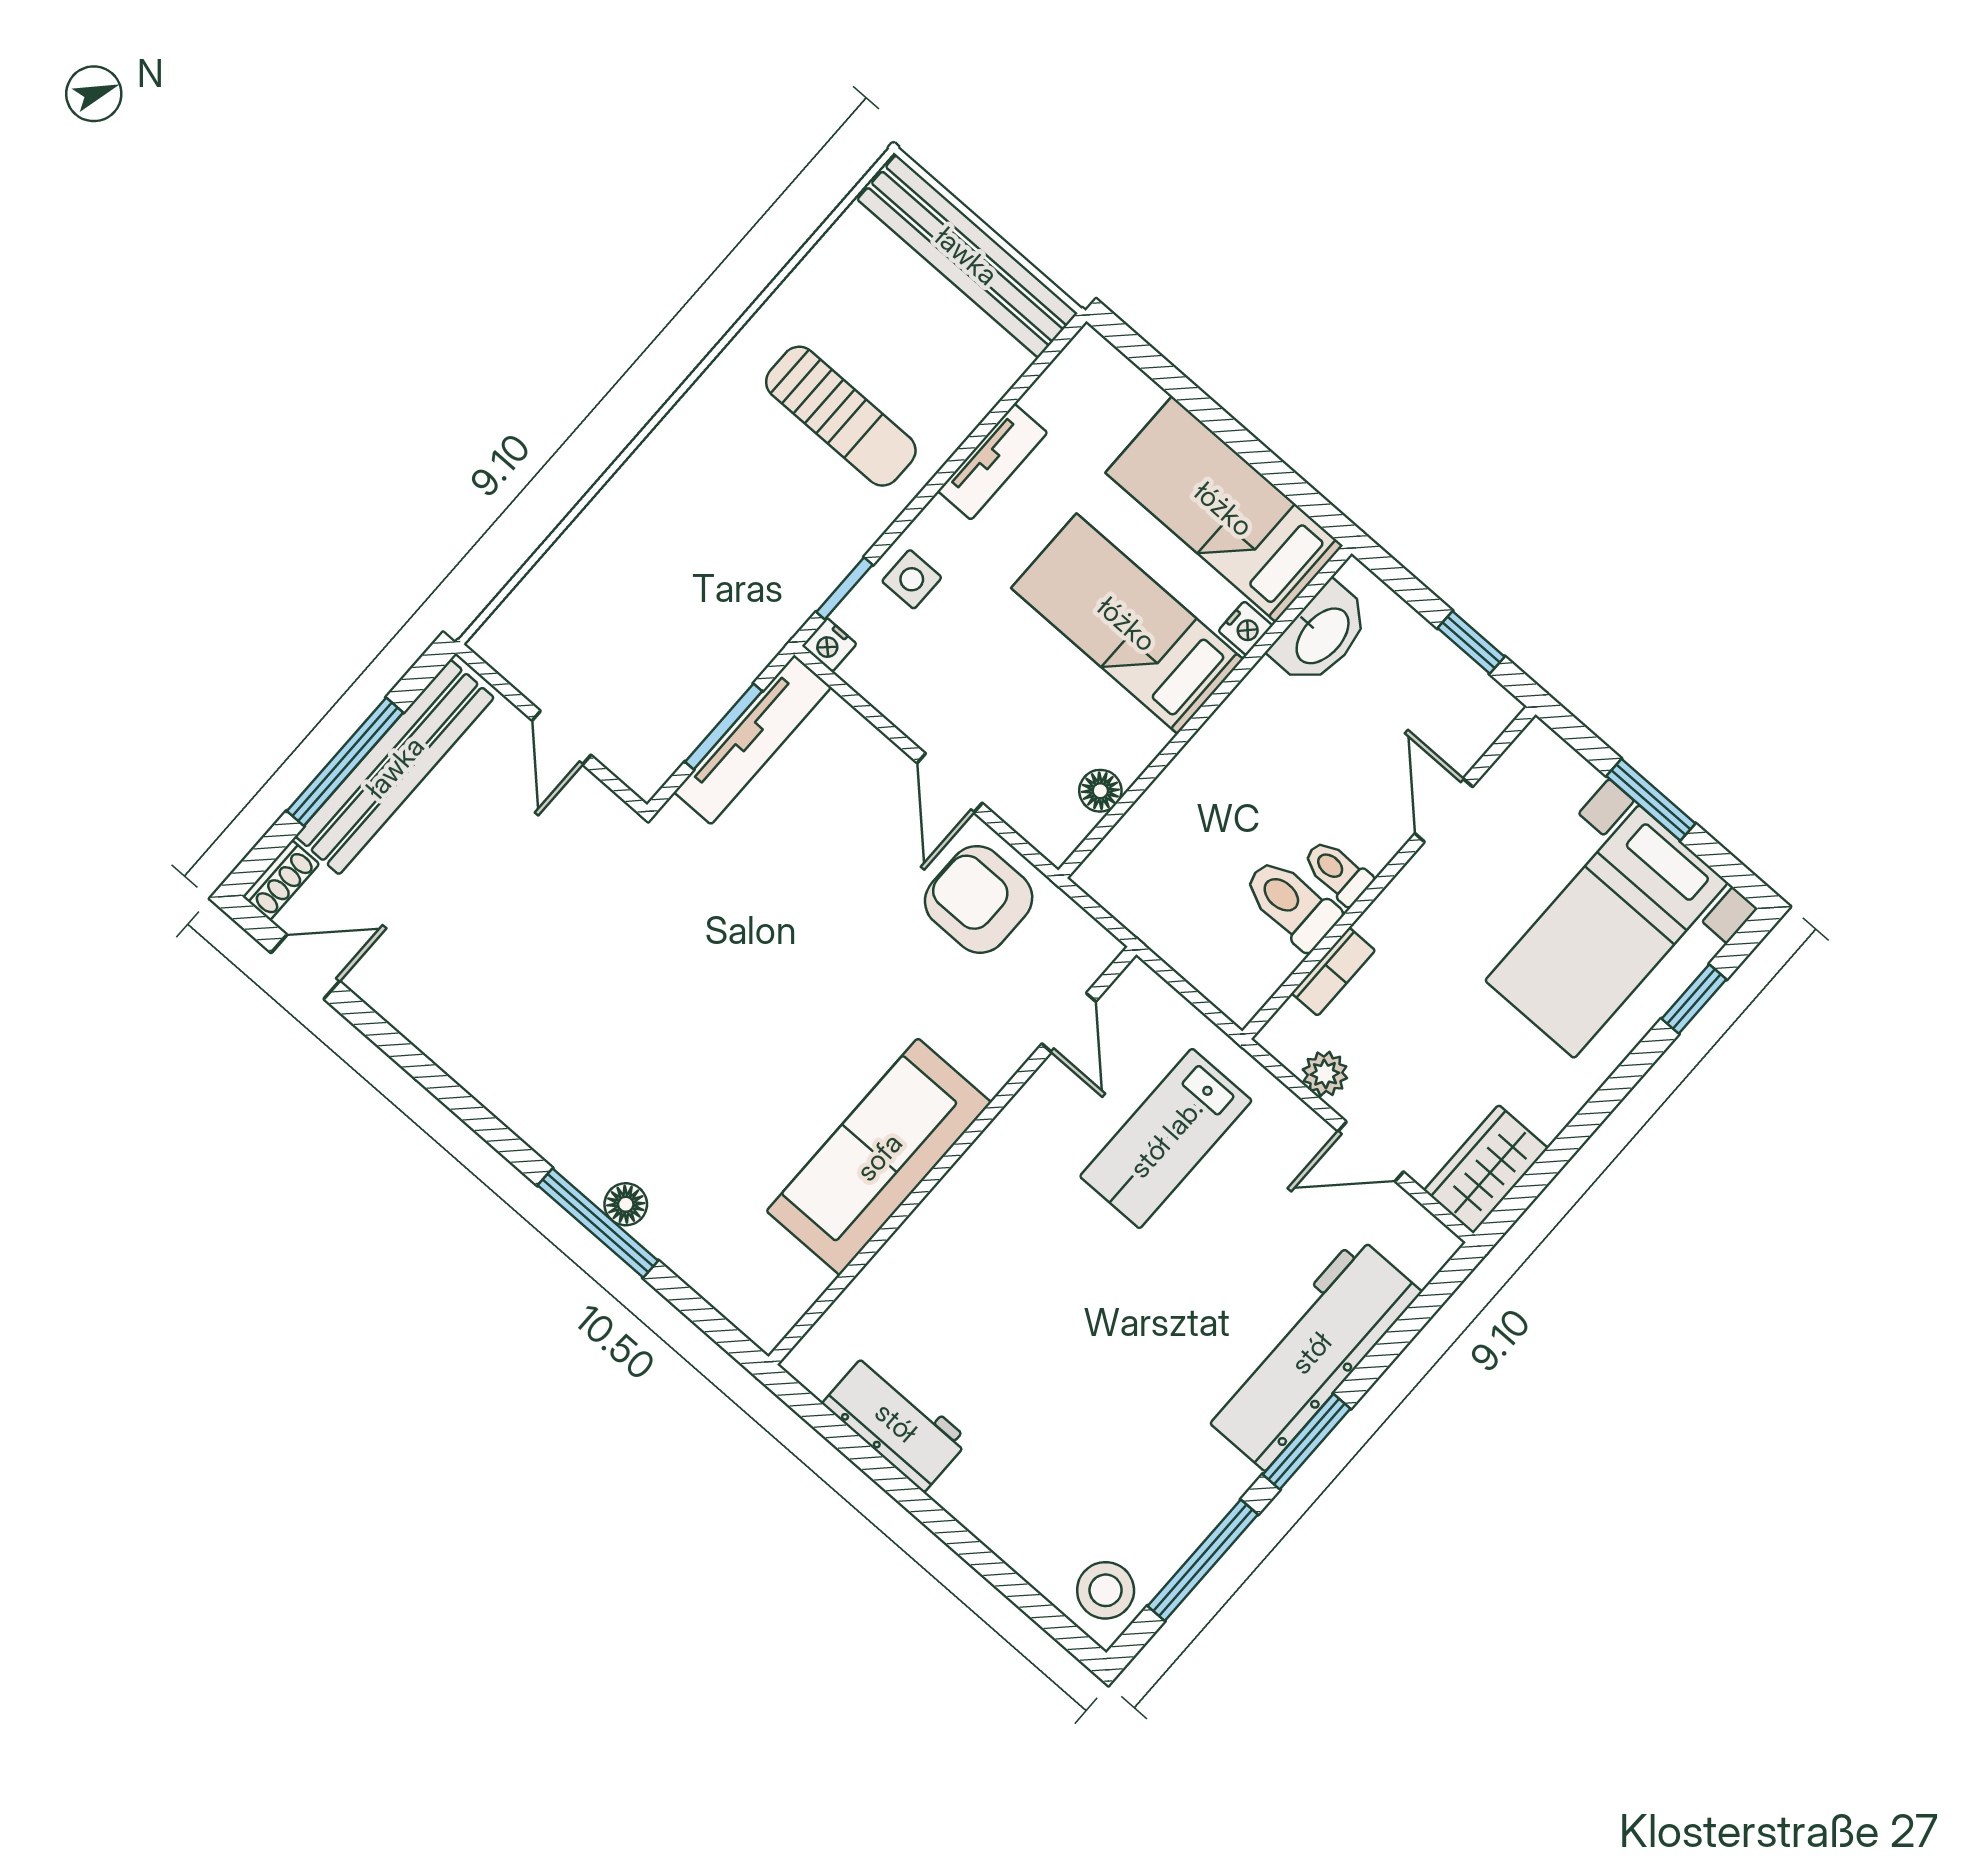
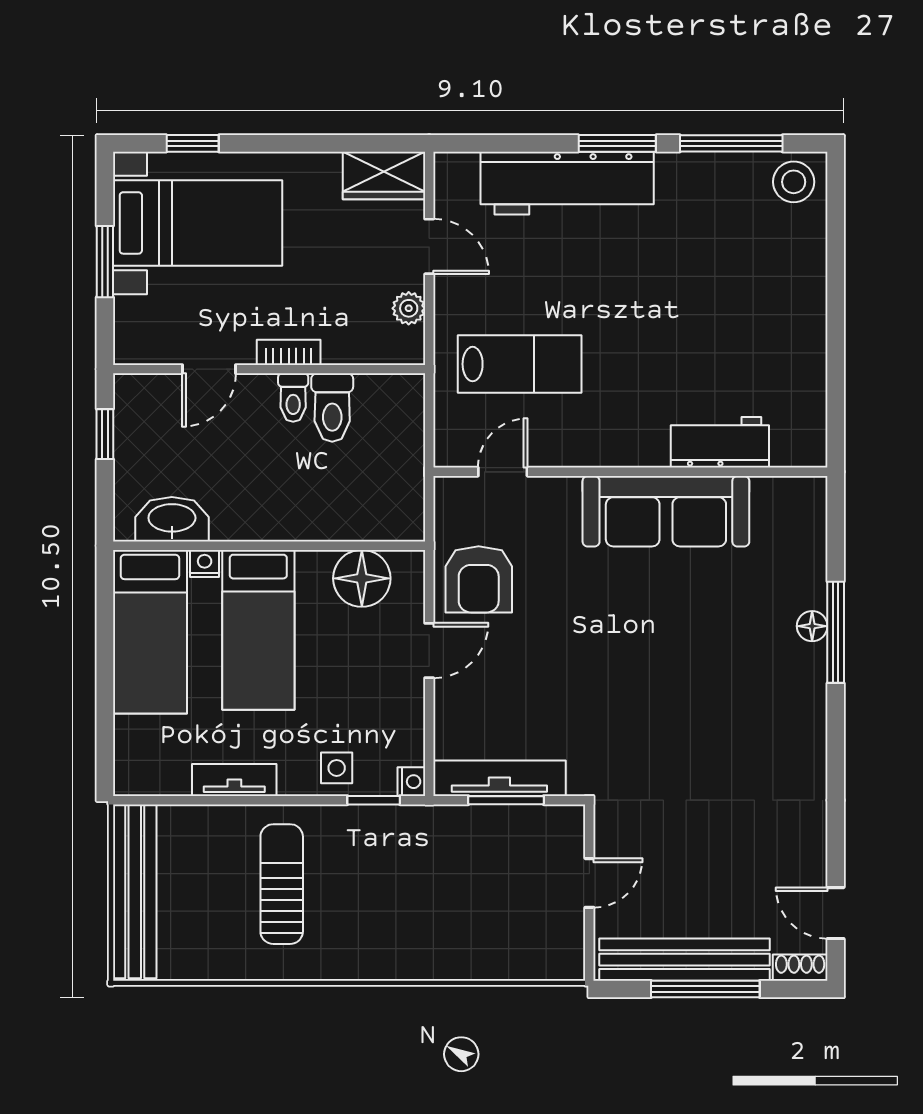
floor lamp: (1100, 791) -> (362, 578), width x1.89, depth x1.89
bookcase: (1333, 972) -> (289, 352), moved
workbench: (896, 1422) -> (720, 442), moved, turned 90

